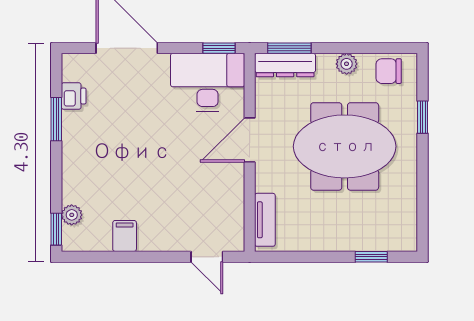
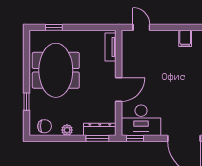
meeting table: (345, 146) -> (56, 70), moved, turned 90

